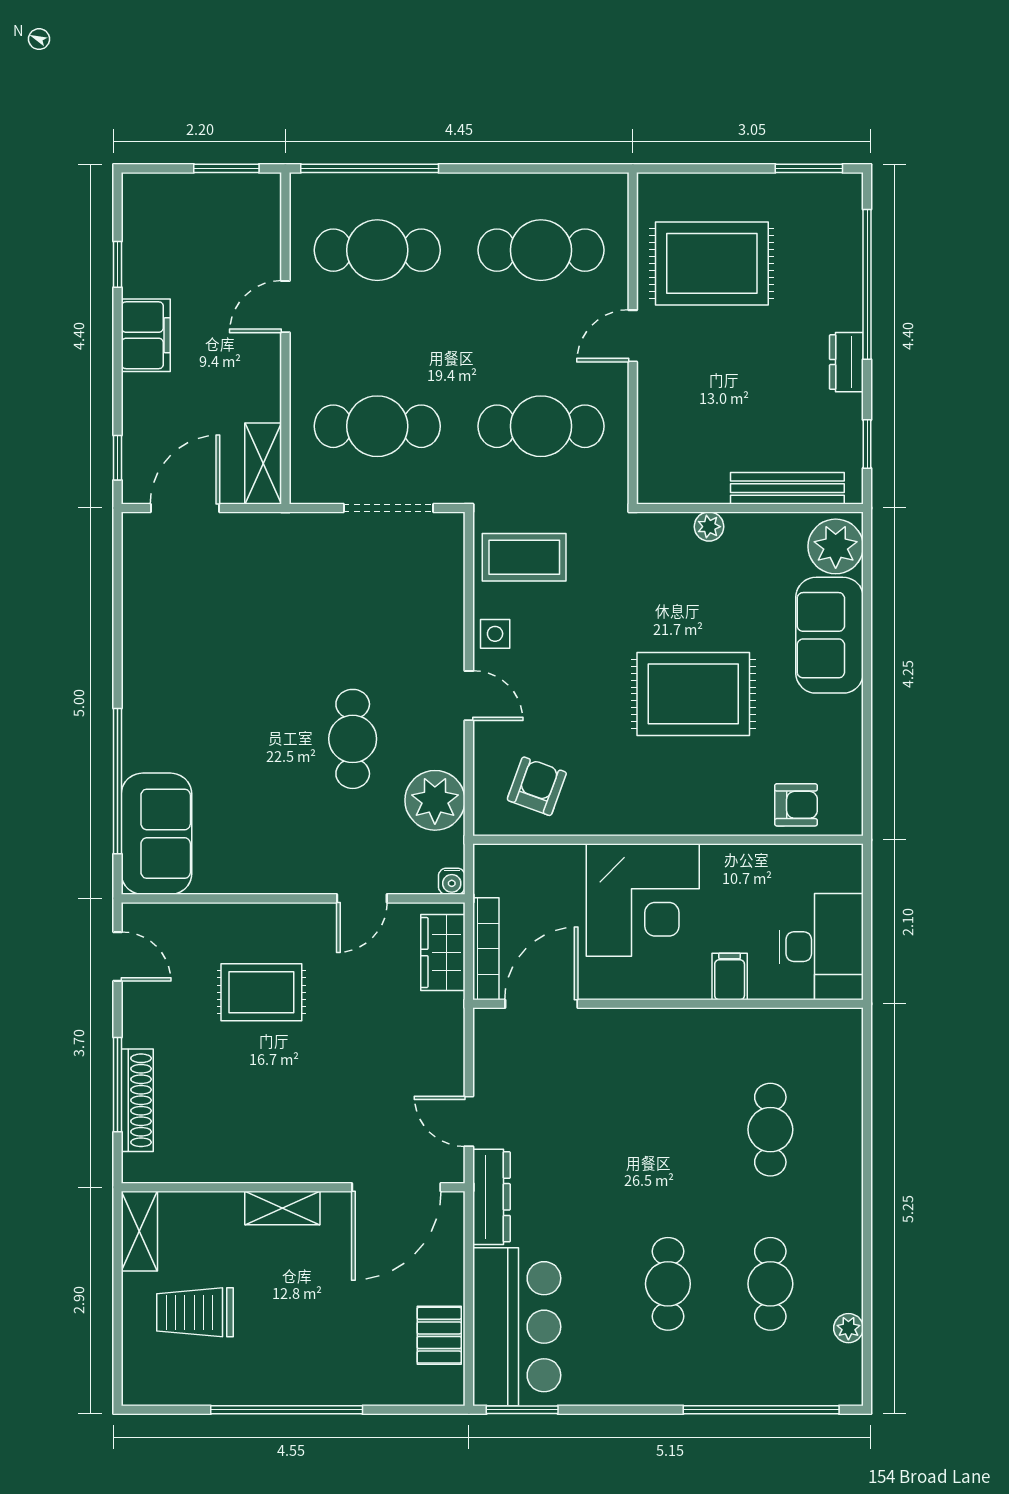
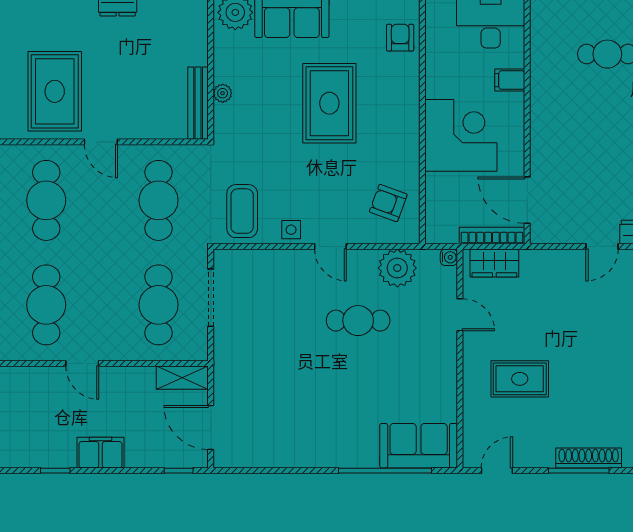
bench: (787, 488) -> (198, 103), moved
door: (469, 696) -> (330, 246), swing flipped
rug: (261, 992) -> (520, 379), turned 90

